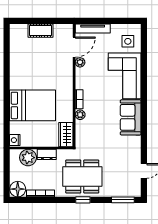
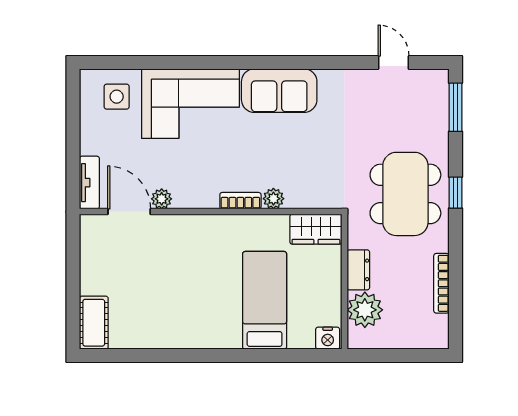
tv unit: (93, 29) -> (89, 183), width x0.71
cot: (41, 31) -> (94, 323), moved
bed: (32, 105) -> (265, 300), width x0.67
floor lamp: (18, 189) -> (432, 332), removed

